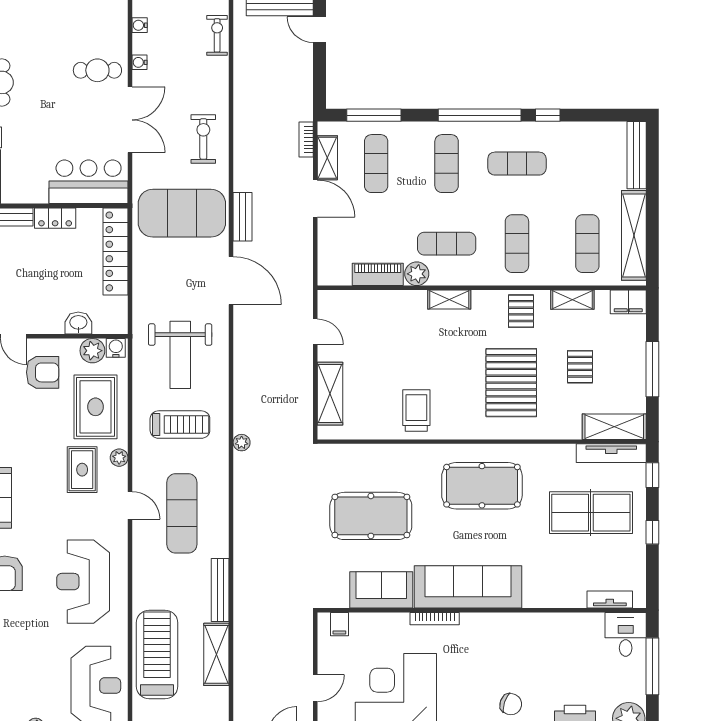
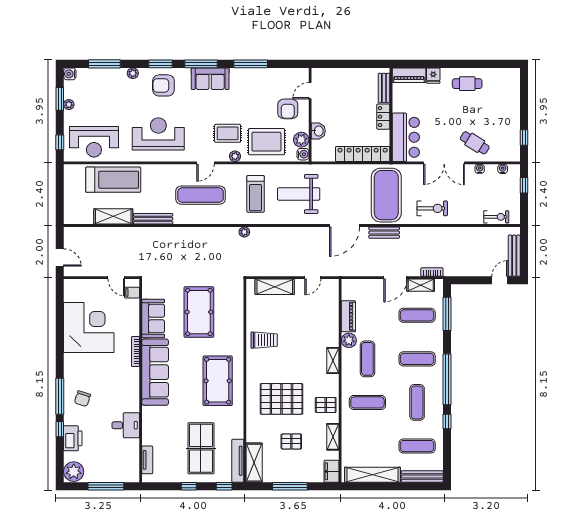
cafe table: (97, 70) -> (475, 143), turned -58
exercise mat: (587, 244) -> (417, 446), moved
desk: (626, 634) -> (126, 425), moved
door: (315, 688) -> (116, 278), moved

